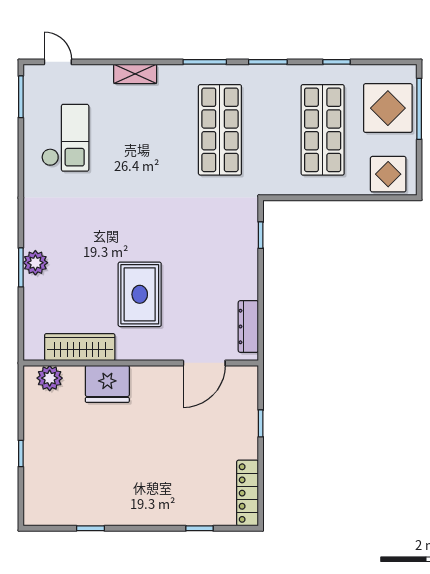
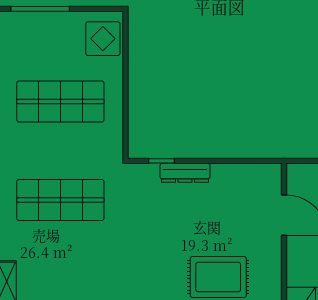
display table: (388, 108) -> (39, 39), removed
dresser: (248, 327) -> (185, 173), moved

